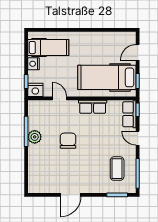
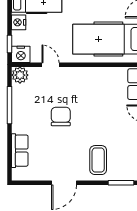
row of seats: (93, 107) -> (20, 151), moved, turned -90
plant: (35, 137) -> (20, 75), moved
coffee table: (117, 169) -> (98, 160), moved

